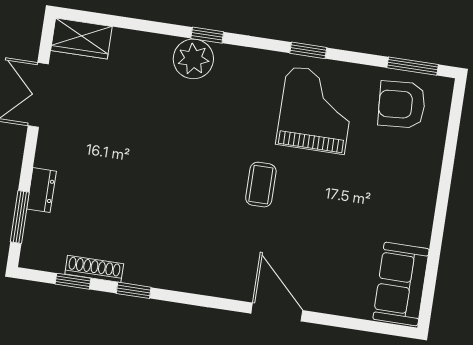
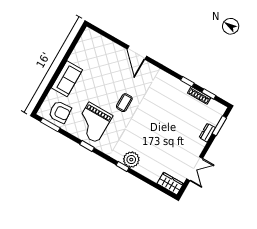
sofa: (401, 284) -> (67, 79), moved

